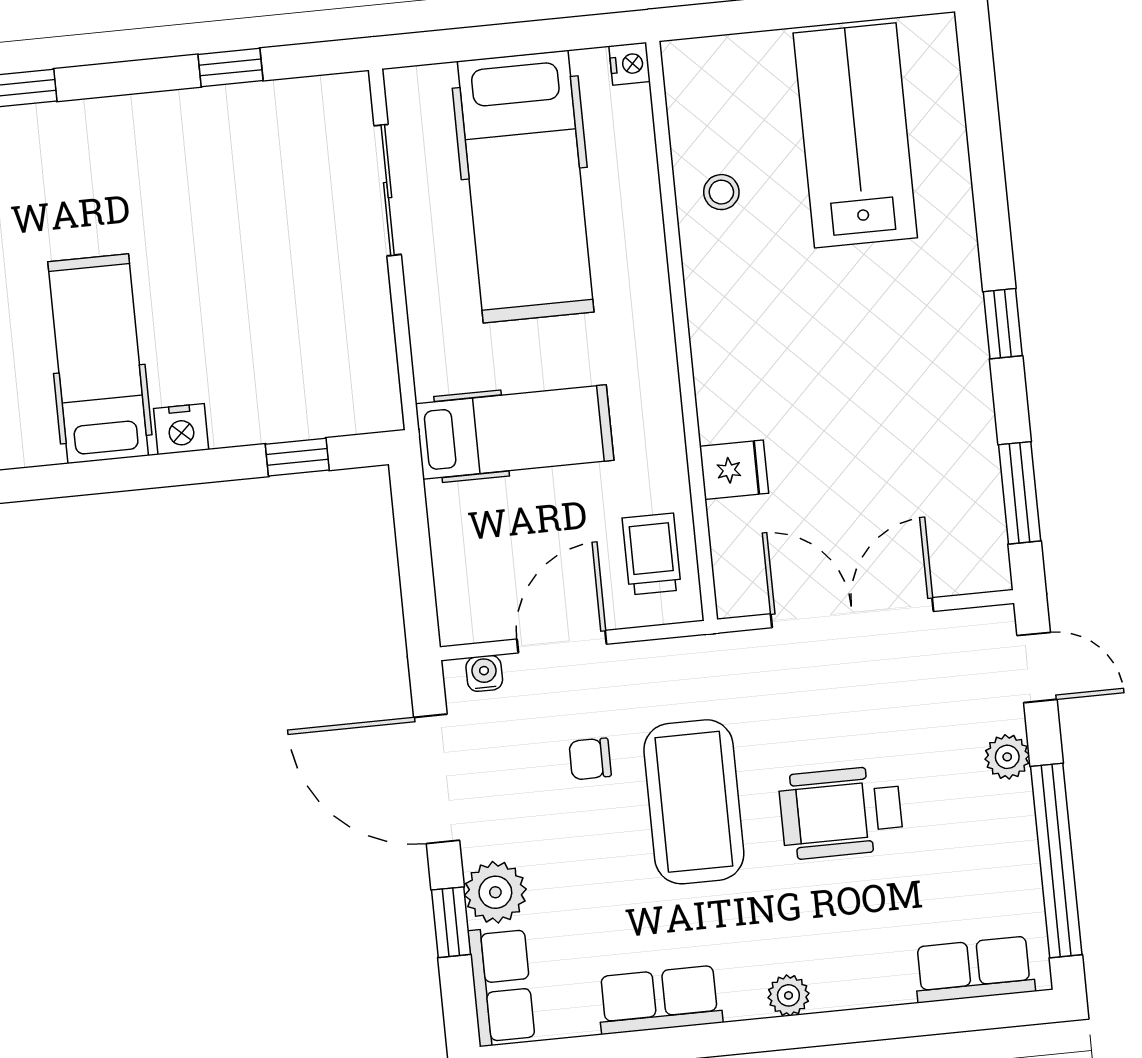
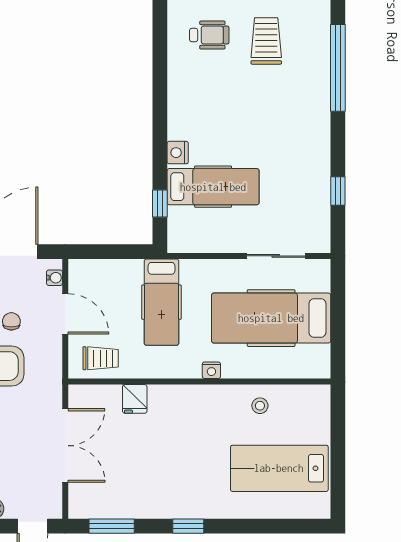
nightstand: (630, 64) -> (211, 370), moved
lab bench: (855, 135) -> (279, 468), turned 180
hospital bed: (98, 359) -> (213, 187), moved

